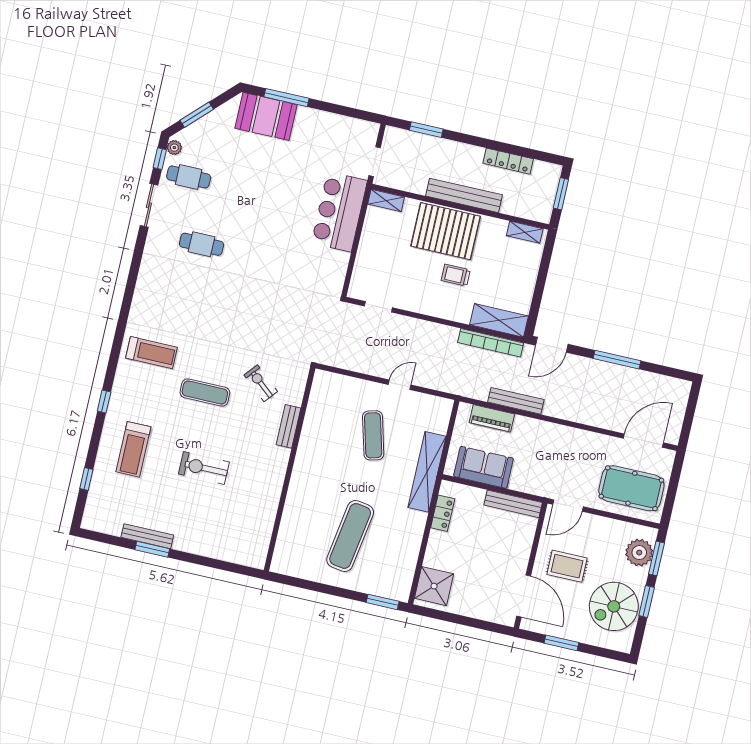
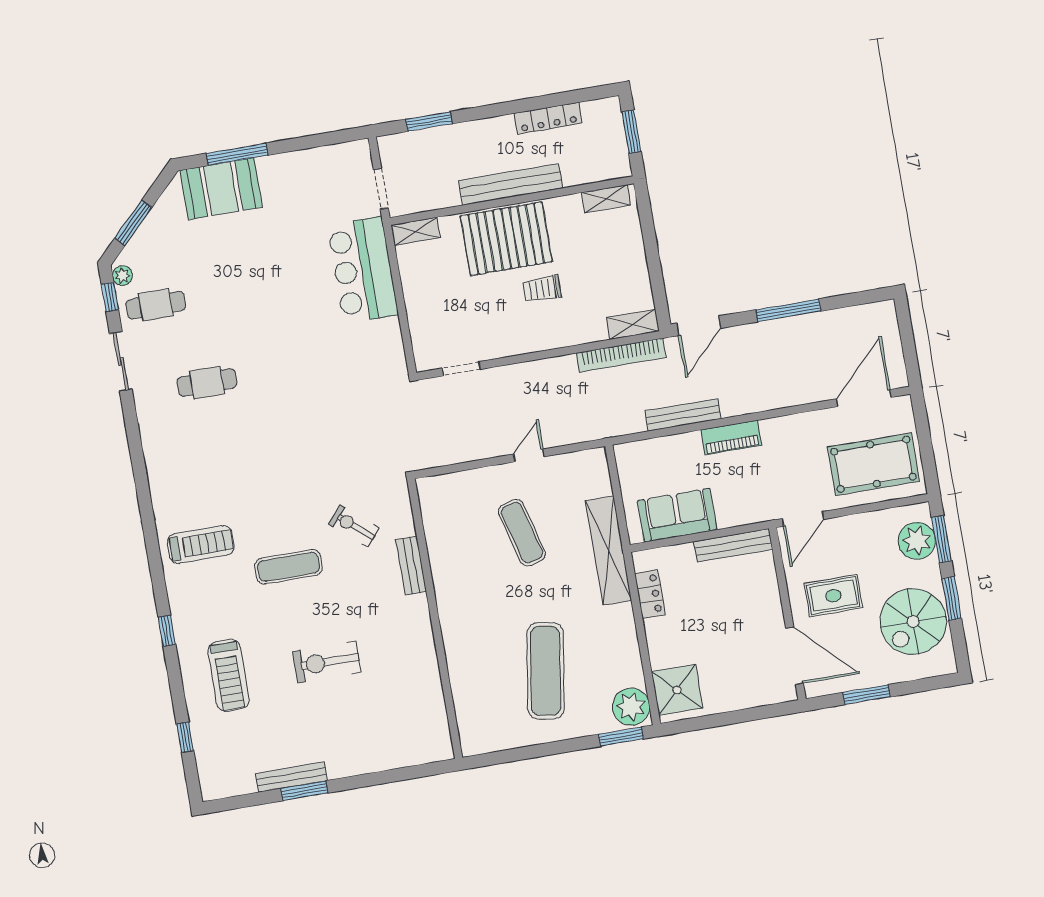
shelving: (499, 320) -> (633, 324), width x0.67, depth x0.75
piano: (492, 418) -> (731, 437), moved
plant: (398, 584) -> (631, 707), added

